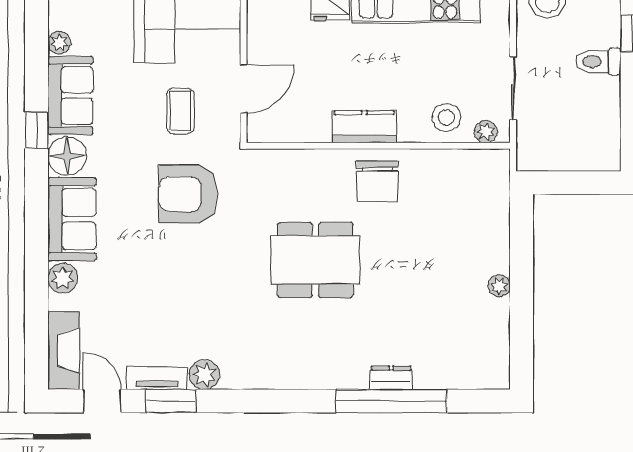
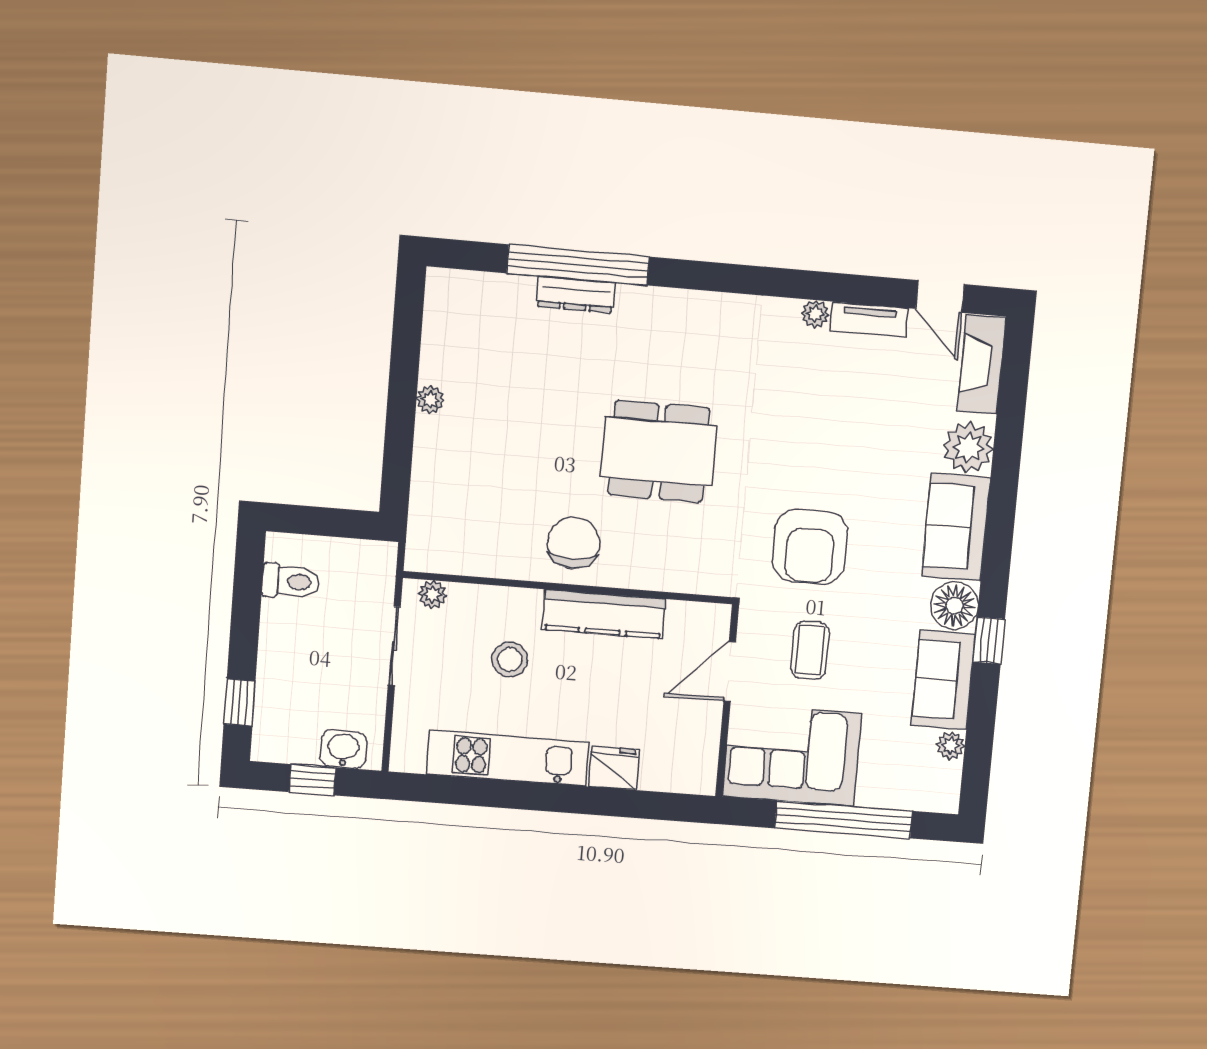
toilet: (598, 61) -> (291, 581), moved
stool: (446, 117) -> (510, 659), moved
kitchen counter: (364, 127) -> (604, 614), width x1.50
armchair: (188, 194) -> (810, 547), turned 90
plant: (63, 278) -> (968, 448), width x1.36, depth x1.36
plant: (205, 375) -> (815, 314), width x0.73, depth x0.73
dresser: (391, 378) -> (576, 295), width x1.44
window: (171, 401) -> (855, 289), removed

